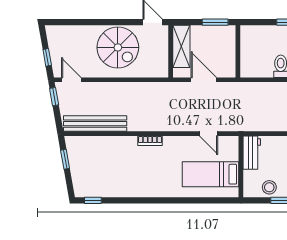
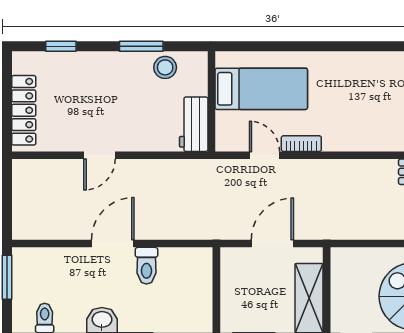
door: (204, 80) -> (272, 243), swing flipped
bookcase: (150, 141) -> (301, 144), moved

